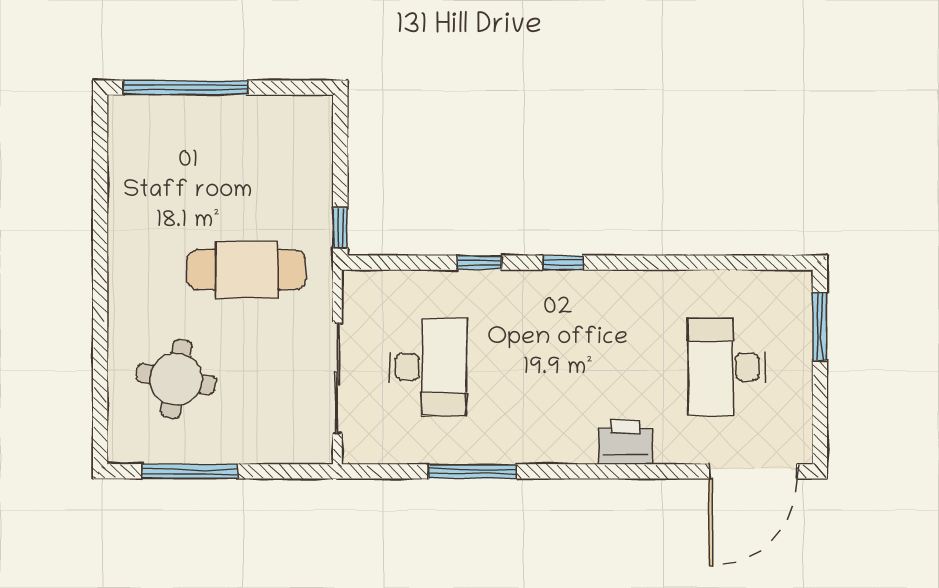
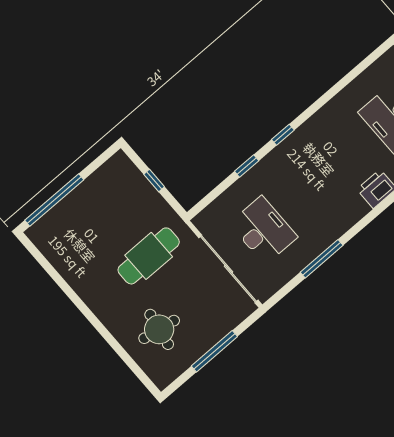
window: (340, 228) -> (154, 181), moved
sliding door: (337, 378) -> (228, 269), width x1.36
window: (190, 471) -> (214, 351), moved

